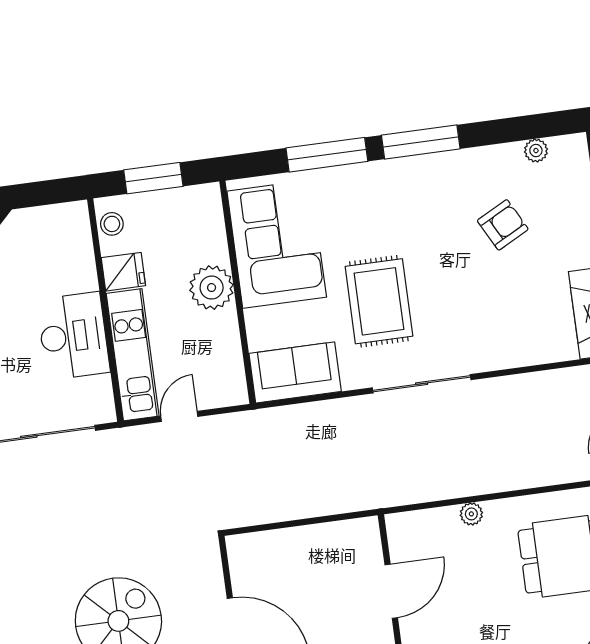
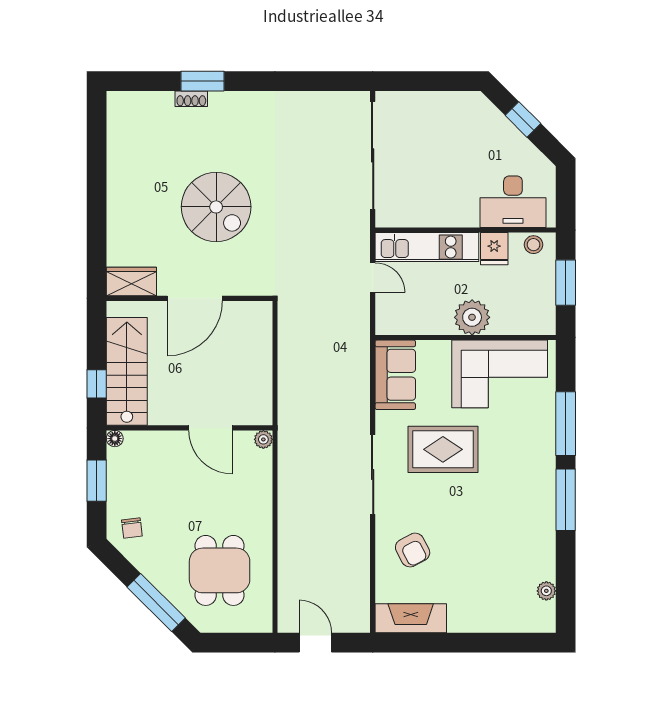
armchair: (503, 225) -> (413, 550), moved
desk: (73, 336) -> (513, 202), moved
plant: (471, 514) -> (263, 439), moved

